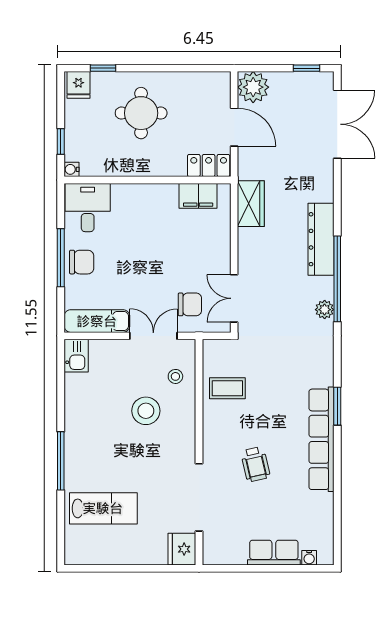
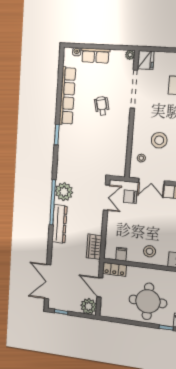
round table: (141, 113) -> (148, 301), width x1.36, depth x1.36
filing cabinet: (198, 196) -> (121, 254), width x0.50
stool: (146, 208) -> (150, 251), added
plant: (325, 310) -> (64, 192), width x1.88, depth x1.88
coffee table: (227, 388) -> (114, 149), removed
row of seats: (322, 439) -> (67, 96), moved
plant: (211, 557) -> (130, 55), added

